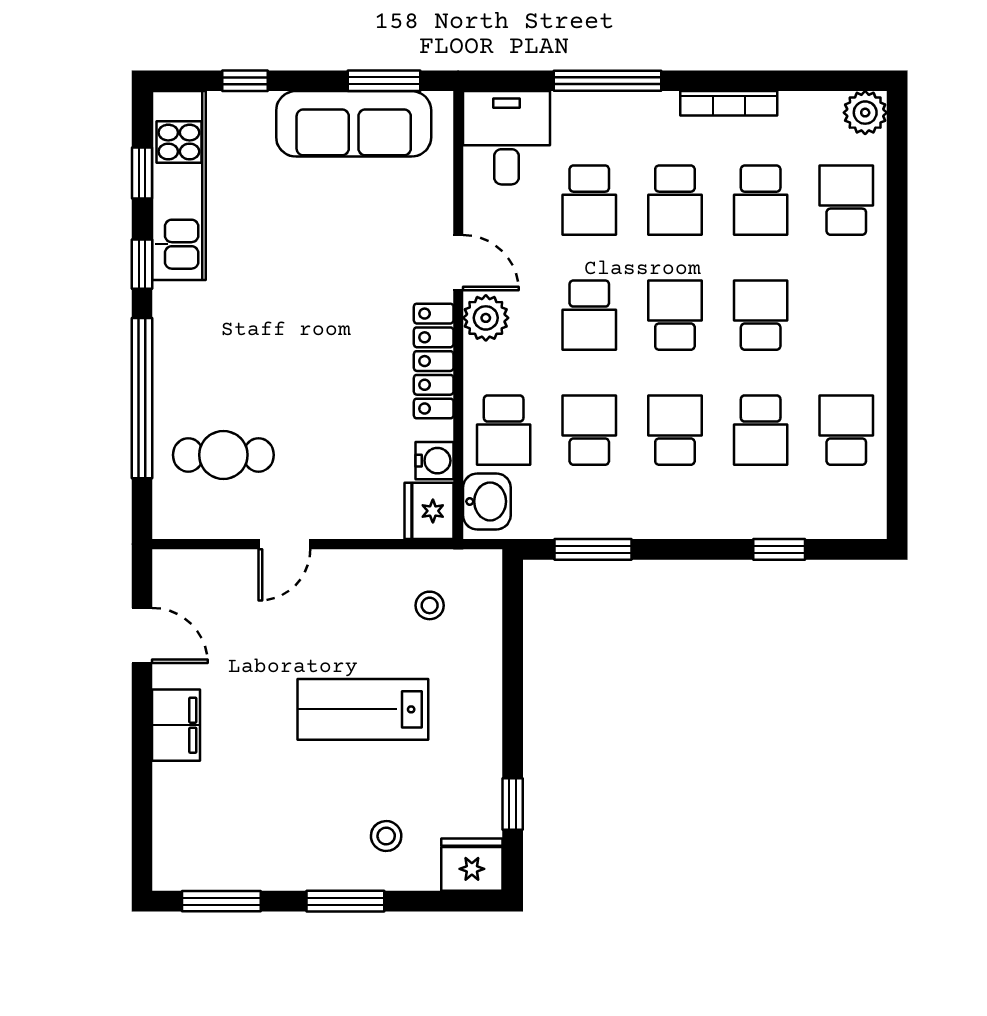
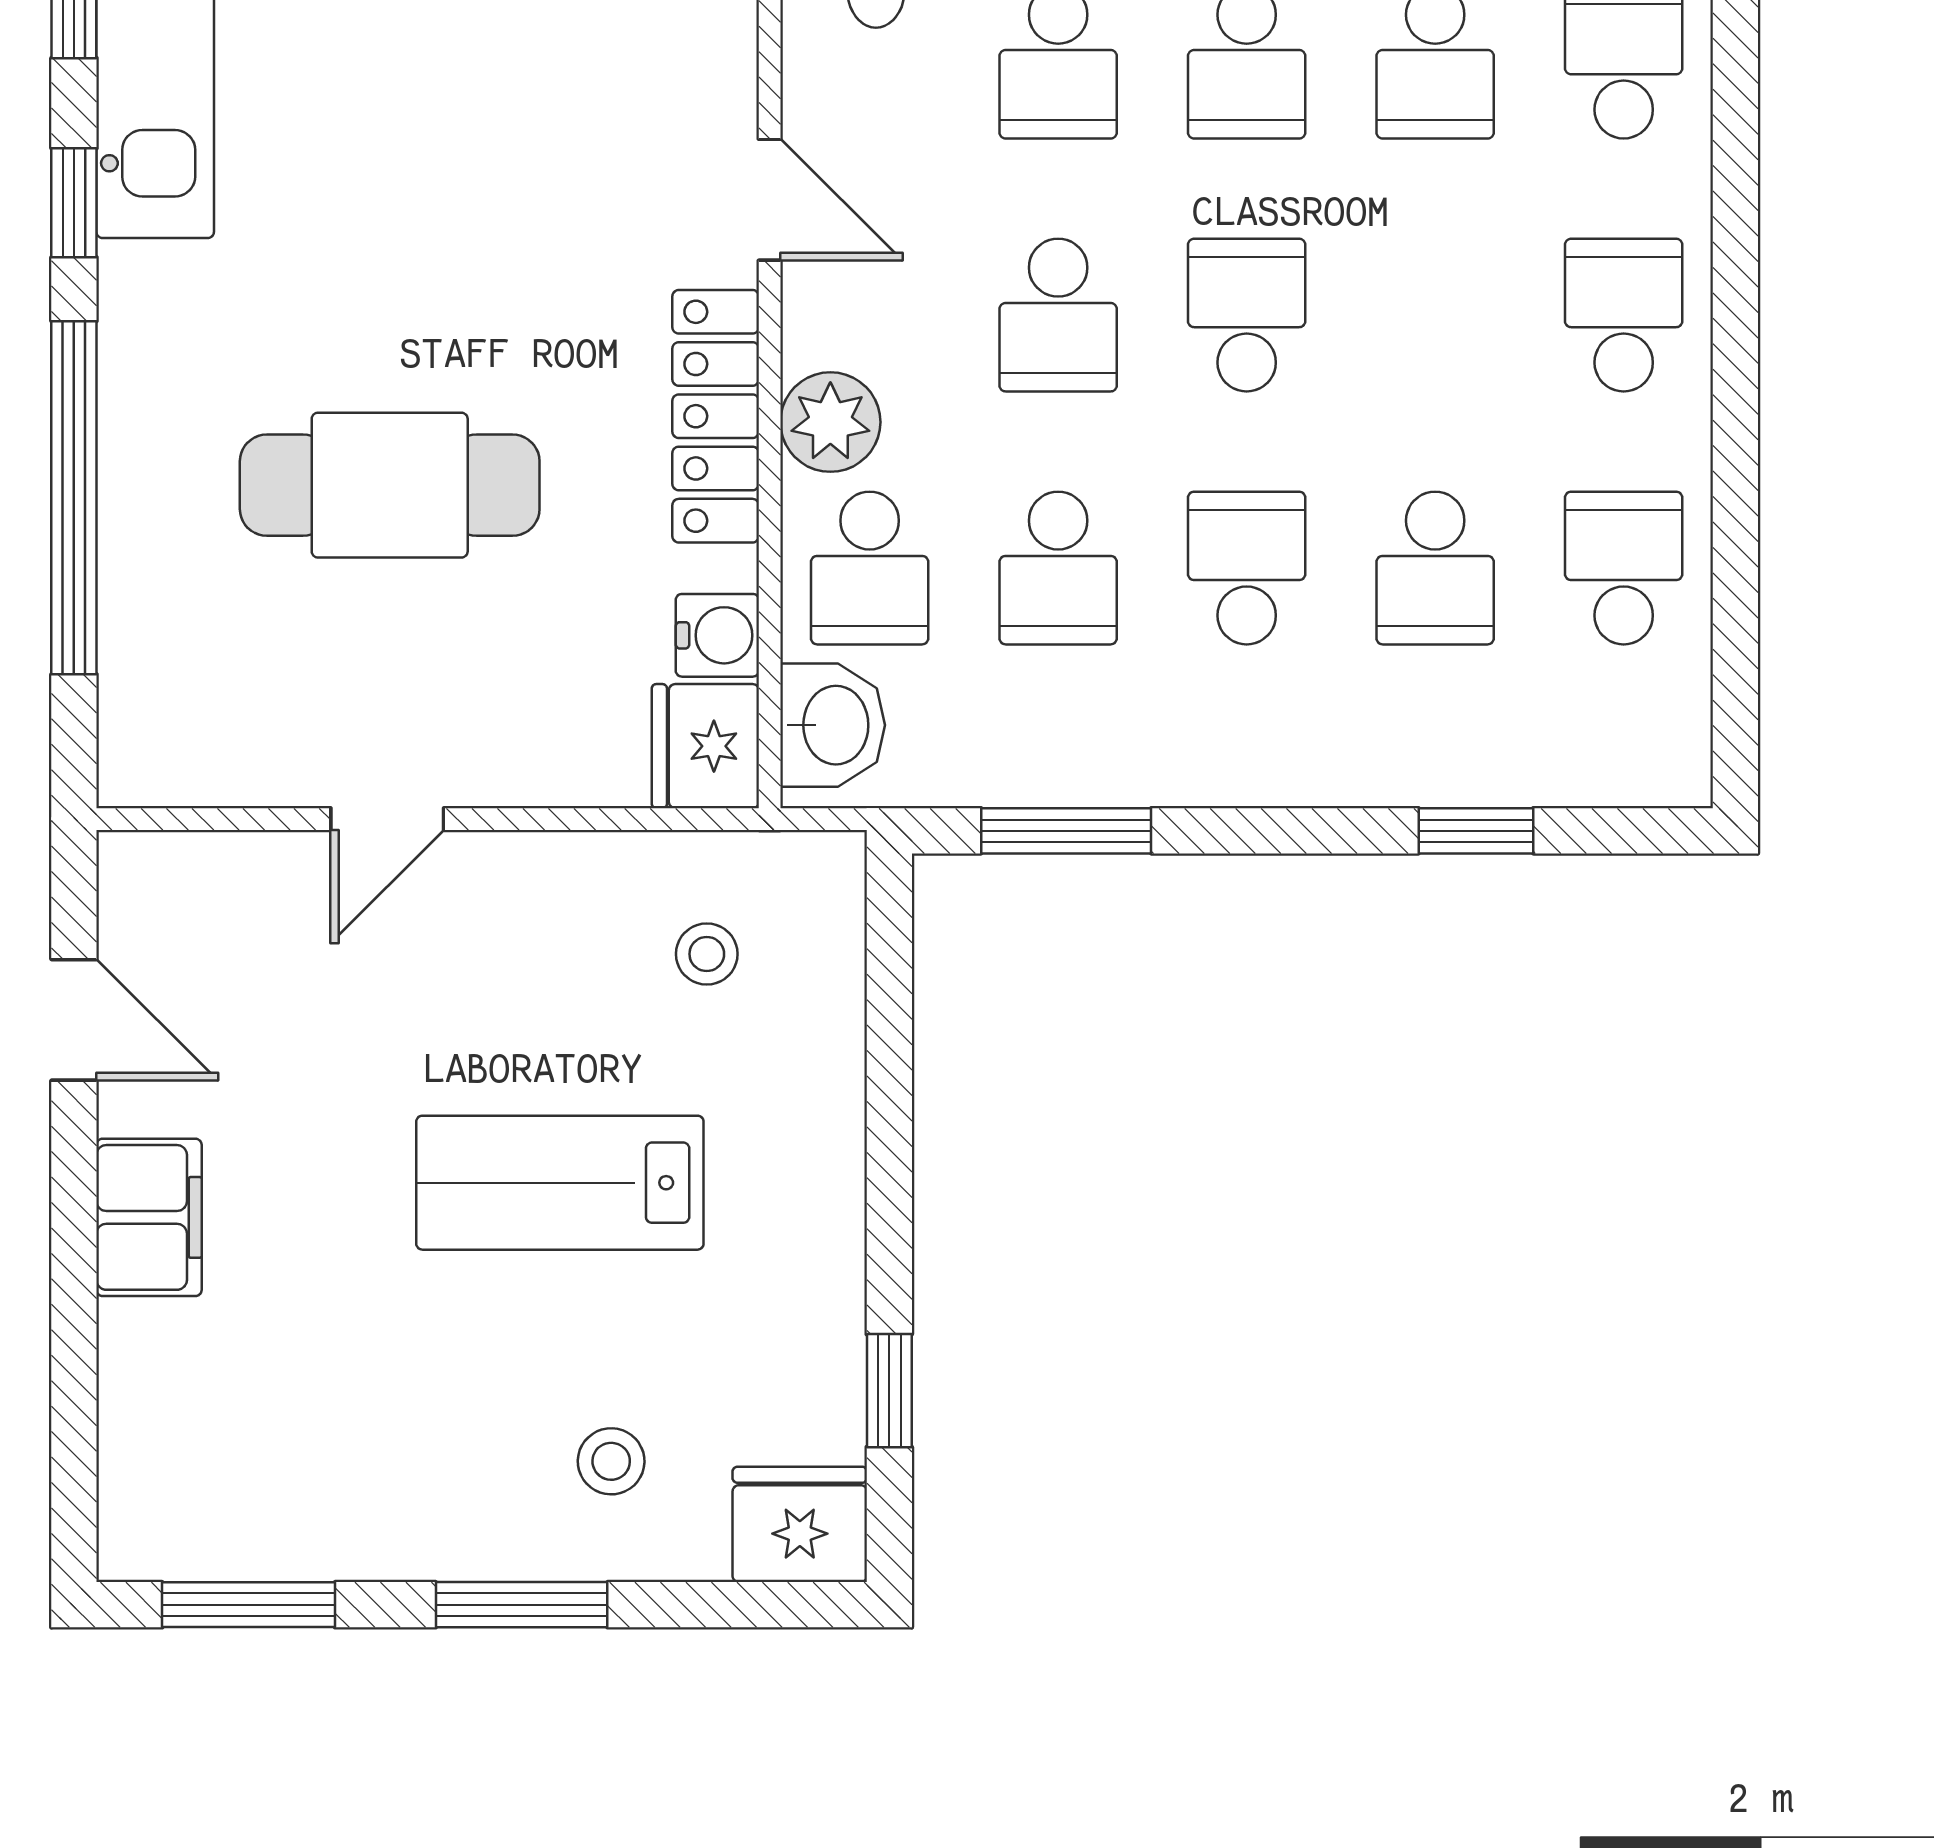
school desk: (761, 315) -> (1624, 315), moved
plant: (486, 318) -> (830, 422), moved
school desk: (589, 430) -> (1058, 568), turned 180
cafe table: (223, 455) -> (390, 485), moved, width x1.37, depth x1.35

